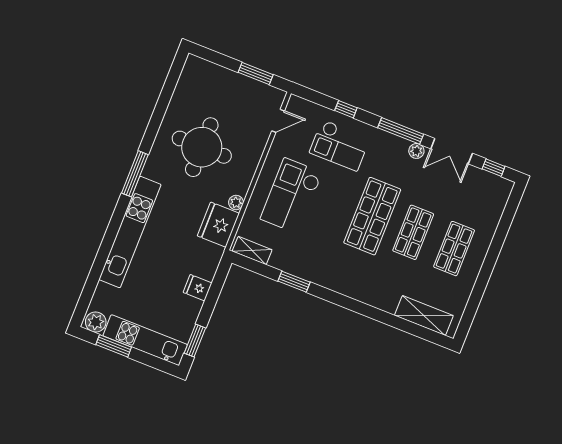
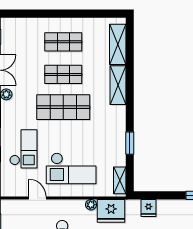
door: (278, 121) -> (37, 198), moved
fridge: (198, 288) -> (149, 208), moved
shelving: (373, 296) -> (118, 85), added

